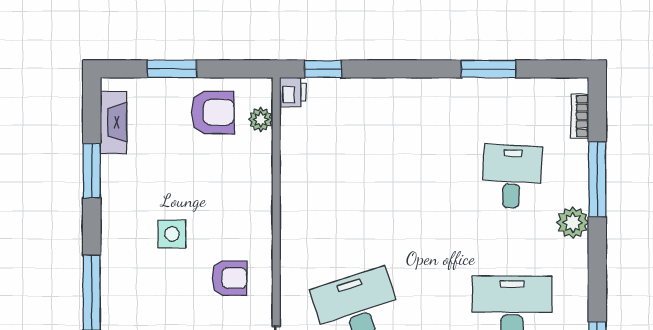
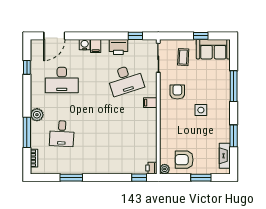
plant: (261, 120) -> (165, 169), moved
filing cabinet: (296, 252) -> (150, 103), added
armchair: (230, 278) -> (177, 92), turned 90

